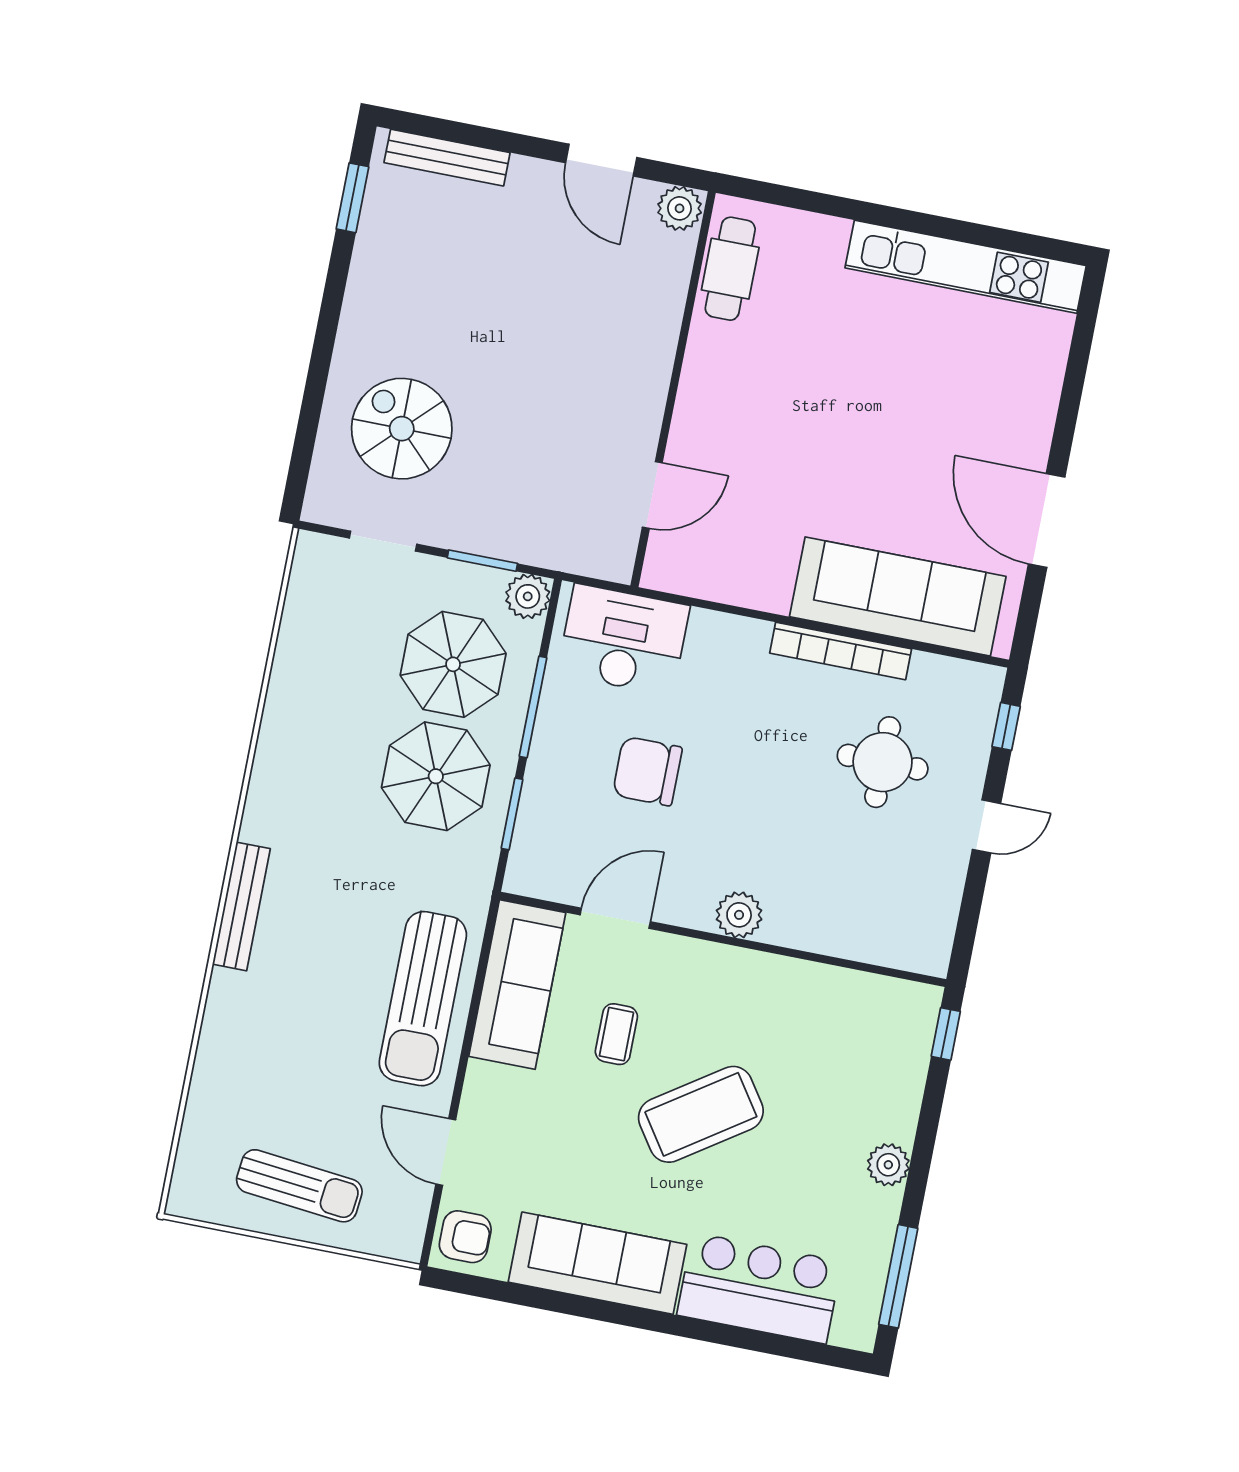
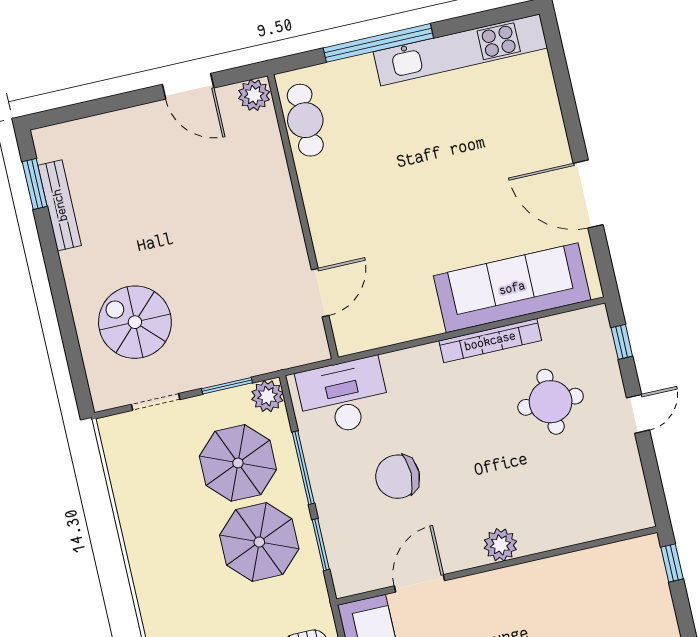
bench: (447, 158) -> (60, 205), moved, turned 90
window: (866, 212) -> (378, 43), added

